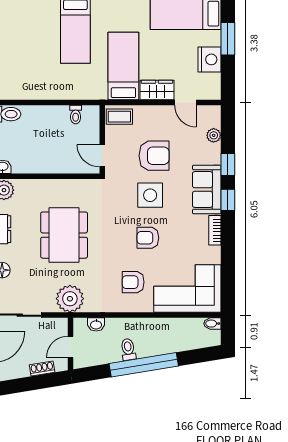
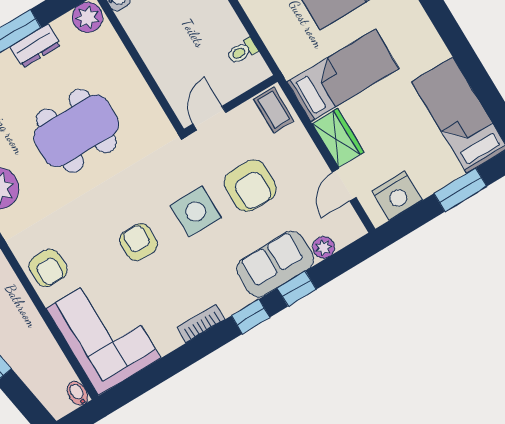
nightstand: (210, 59) -> (397, 196), moved
sofa: (207, 189) -> (275, 264), moved
armchair: (133, 282) -> (48, 268), moved, turned 180

